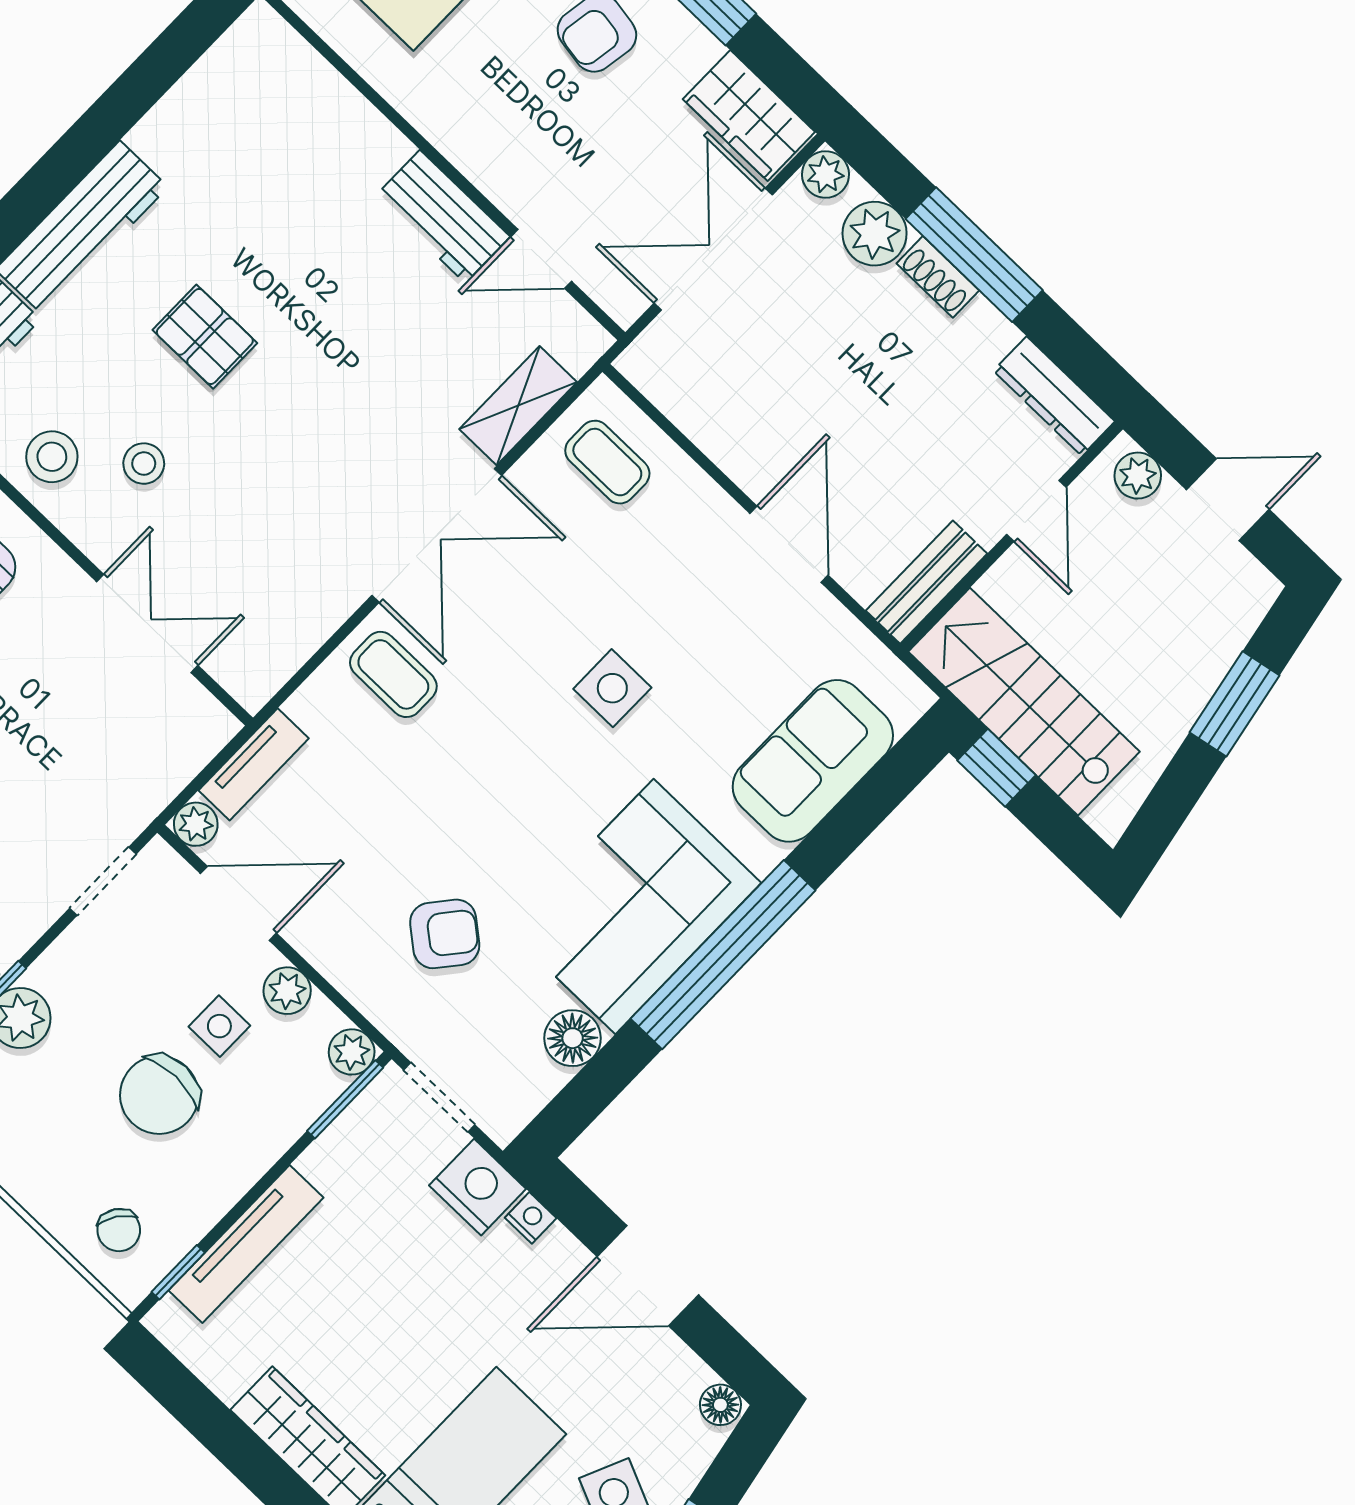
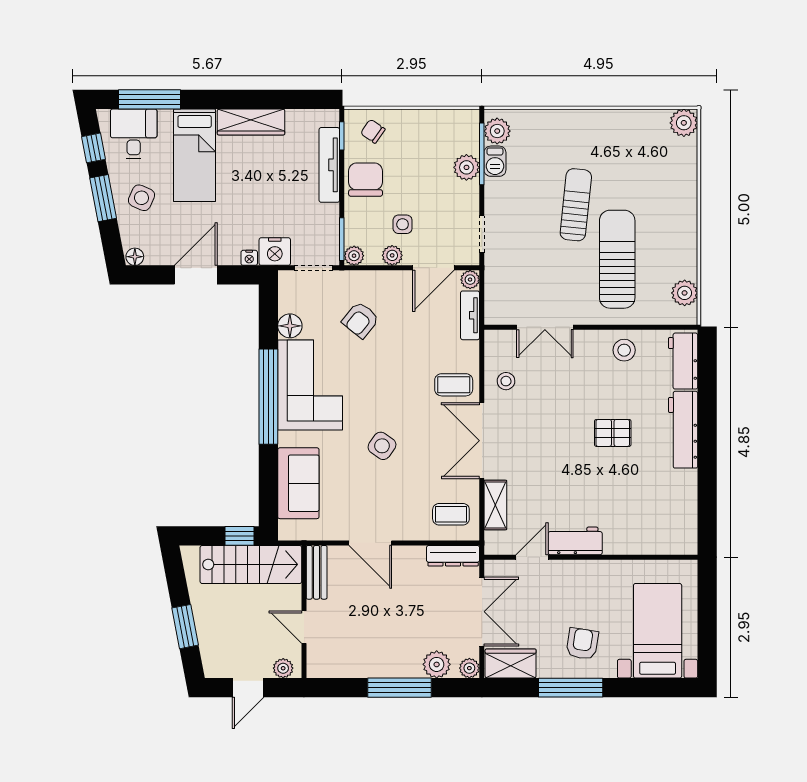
shoe rack: (938, 277) -> (404, 670), removed
dresser: (1054, 396) -> (453, 556), moved, turned 180
stool: (144, 464) -> (506, 381), moved
side table: (612, 688) -> (382, 446), turned 35
chair: (159, 1095) -> (366, 180), moved

